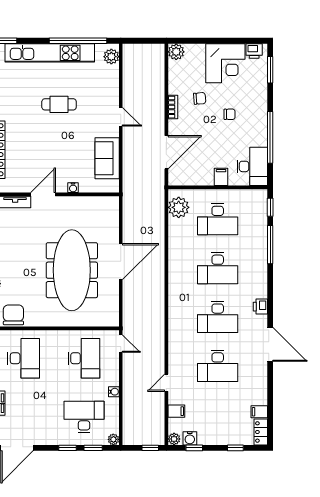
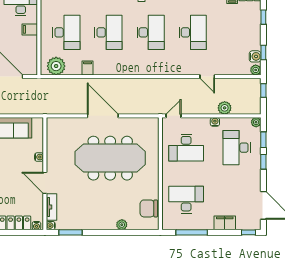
desk: (84, 358) -> (186, 148), turned 180
plant: (130, 403) -> (225, 108), added
filing cabinet: (176, 411) -> (88, 68), moved

